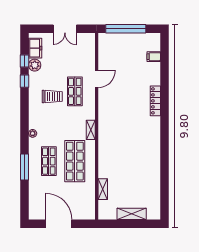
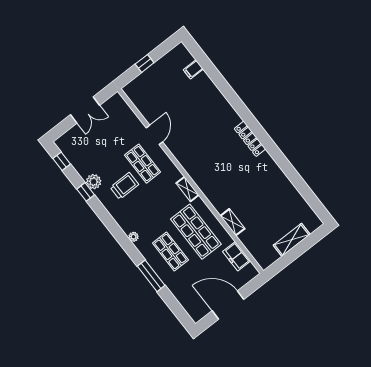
window: (126, 29) -> (145, 63), width x0.32
freezer: (35, 48) -> (237, 256), moved, turned 180
window: (24, 61) -> (62, 161), moved
plant: (35, 65) -> (94, 182), moved
locker: (155, 101) -> (250, 139), moved
shelving: (103, 189) -> (233, 222), moved

